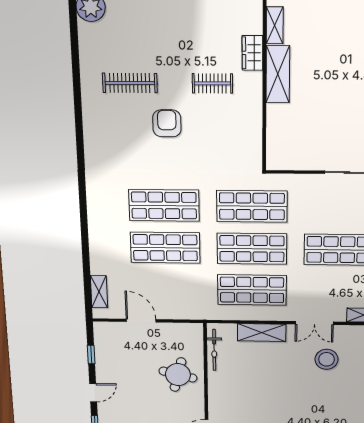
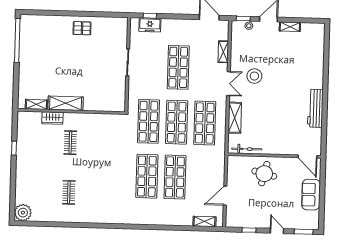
clothes rail: (130, 83) -> (69, 192), width x0.73
armchair: (167, 123) -> (94, 171), removed

